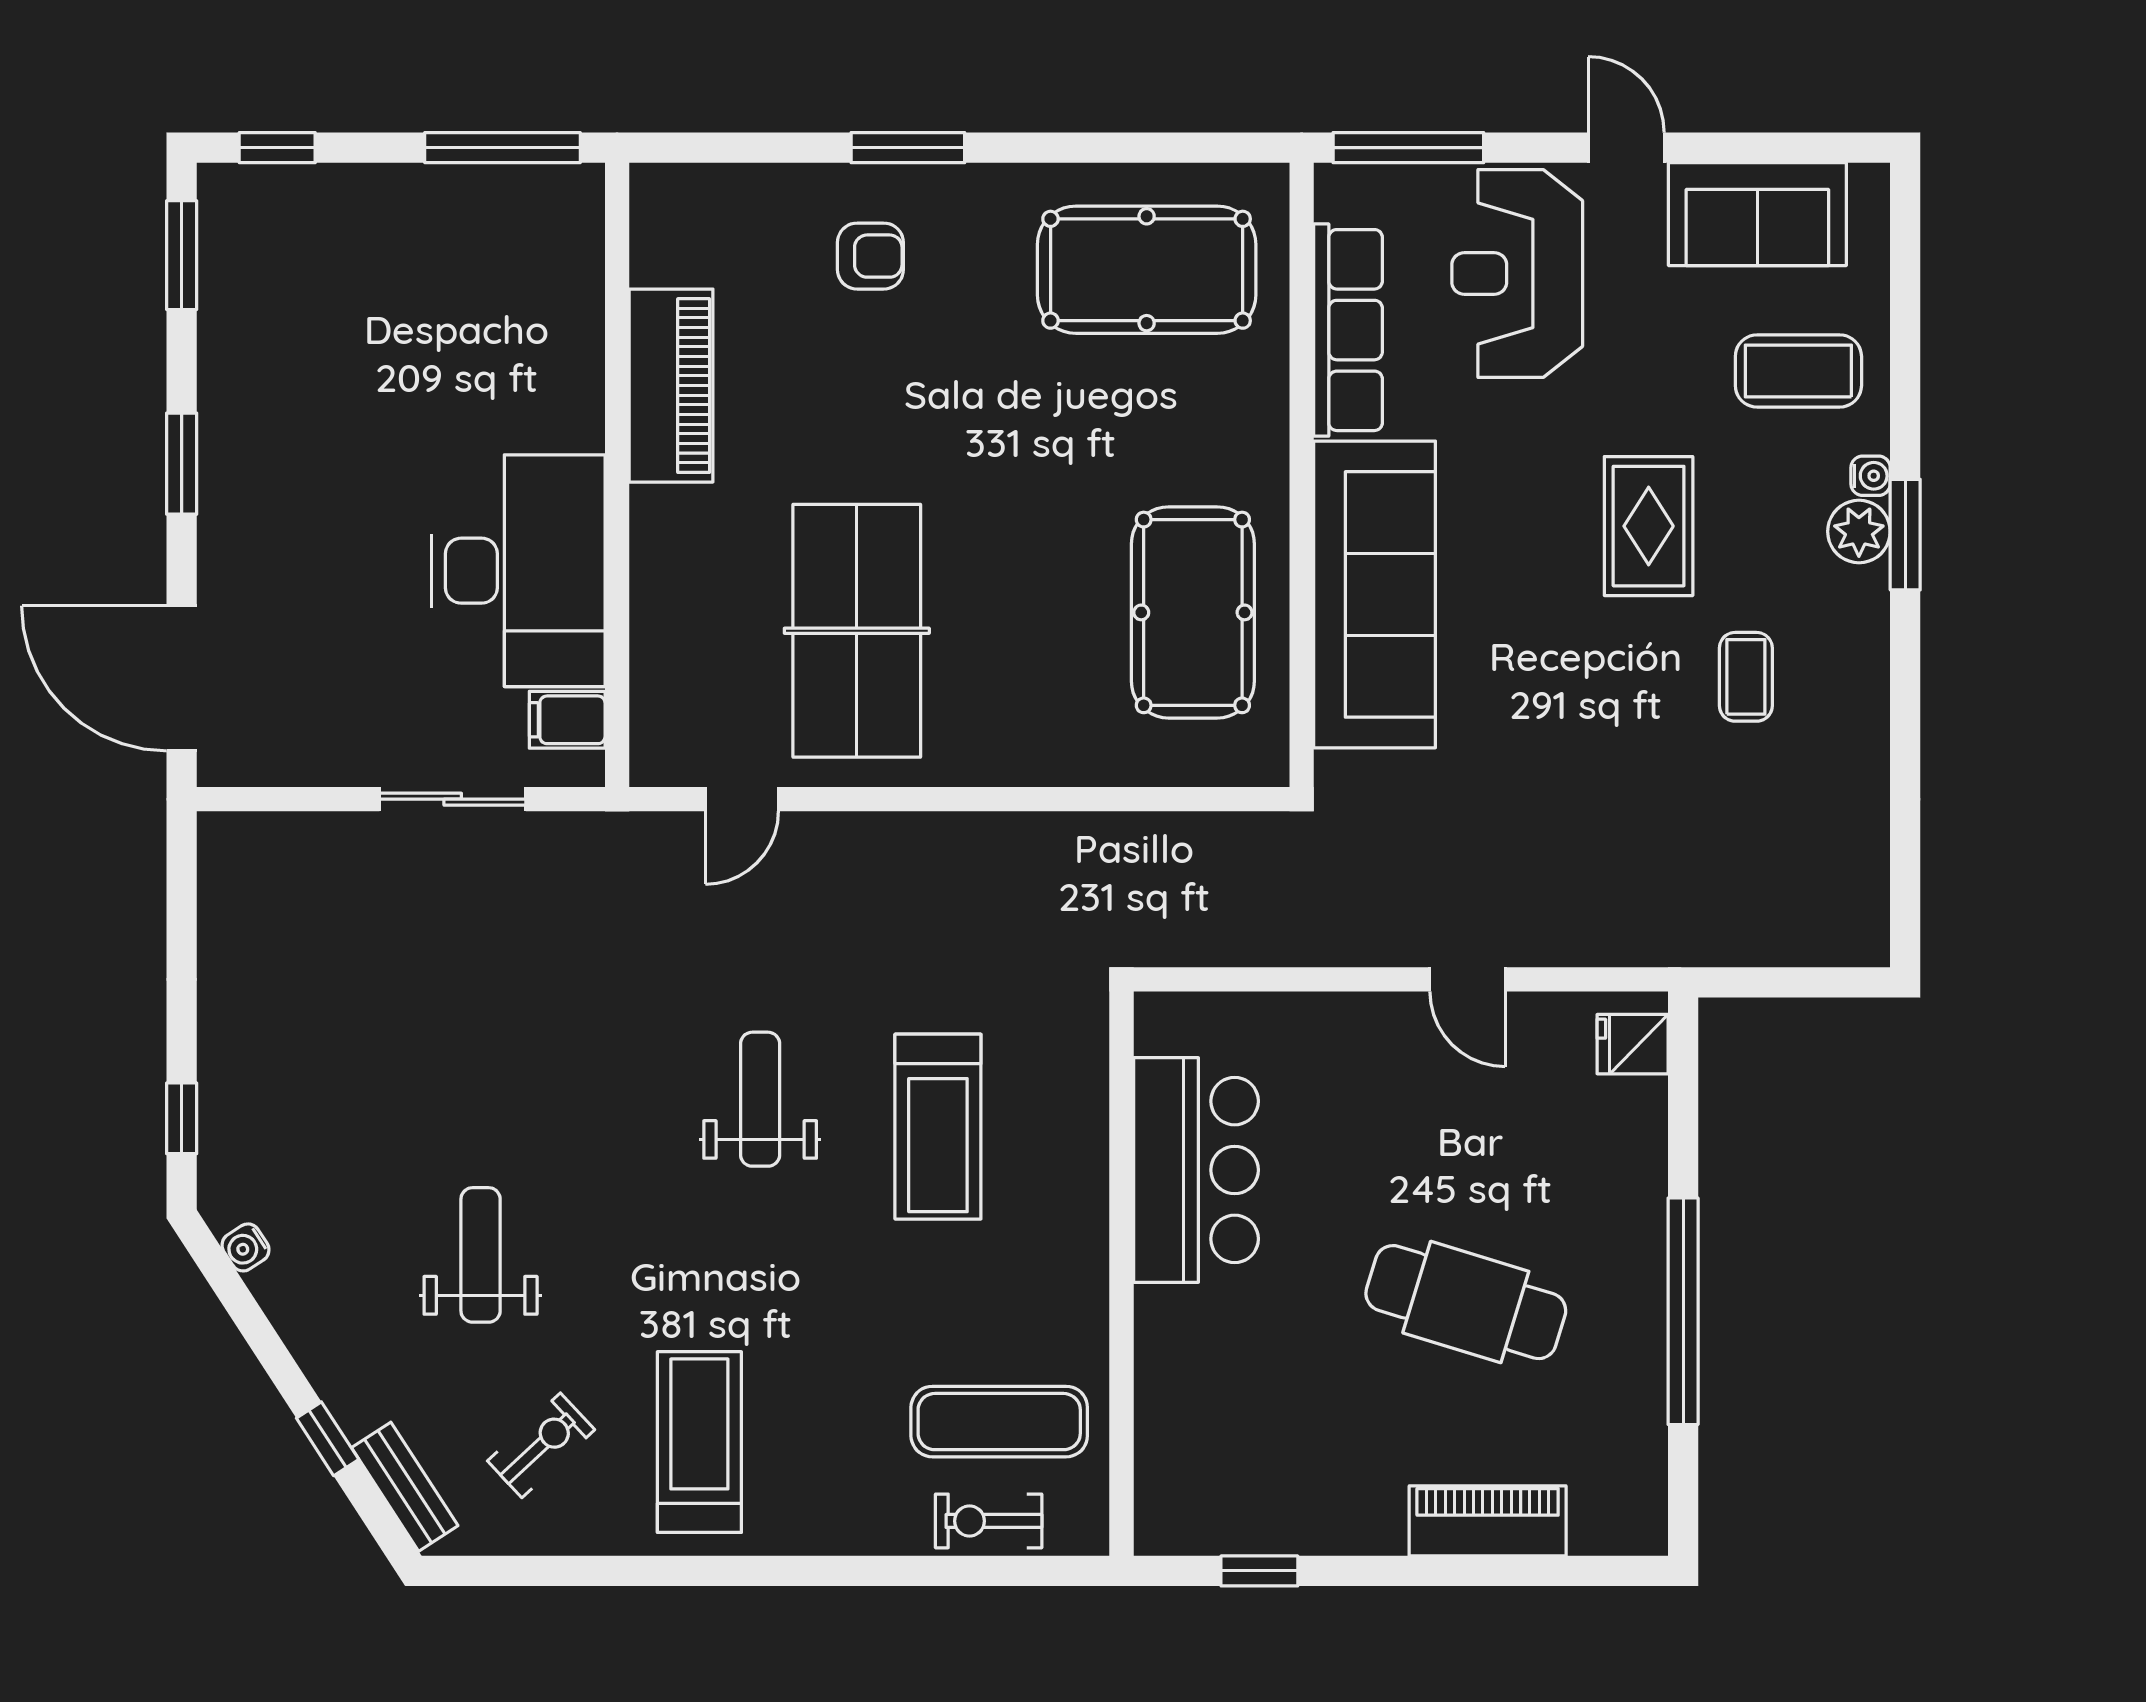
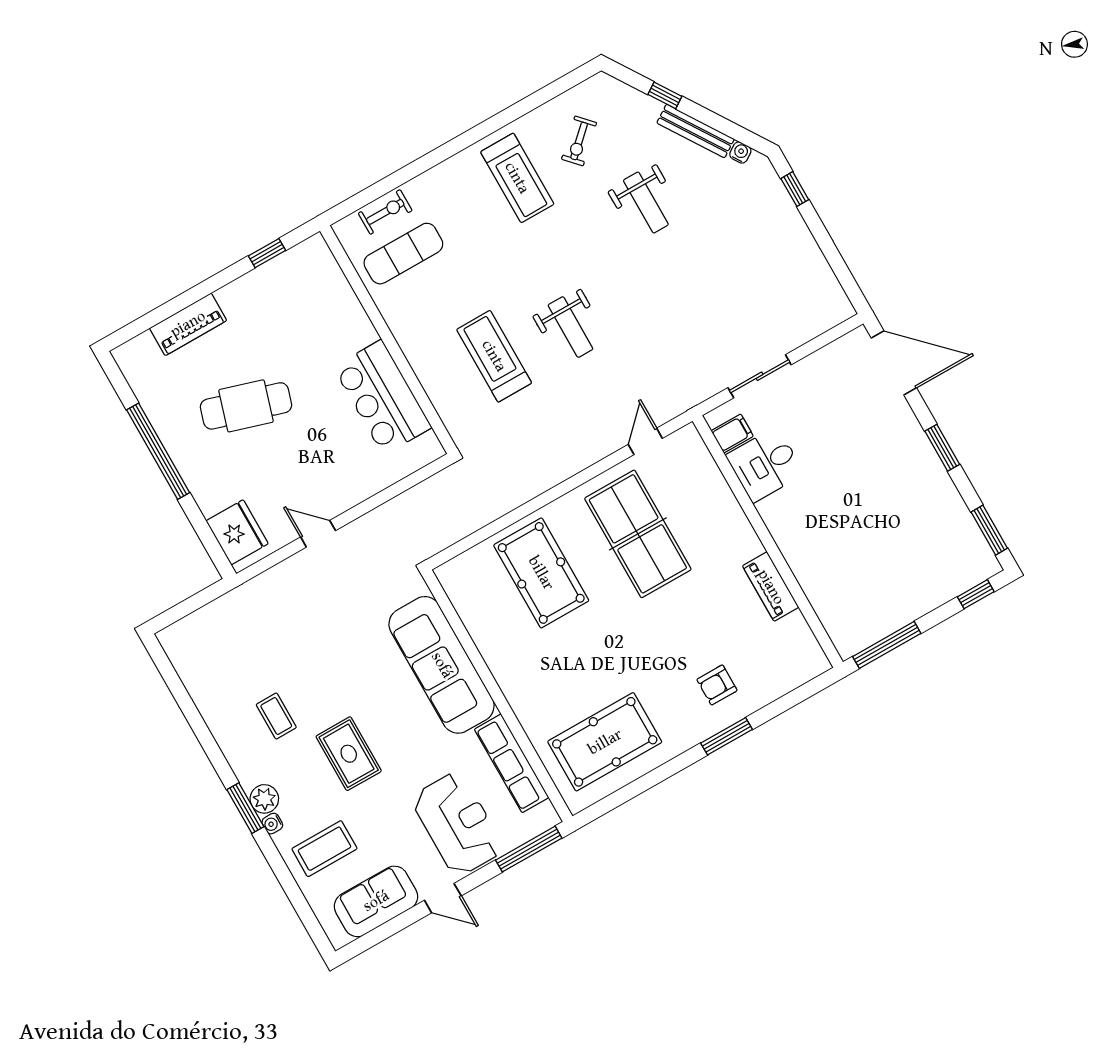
piano: (671, 386) -> (771, 587), width x0.73, depth x0.75
desk: (518, 571) -> (765, 464), width x0.53, depth x0.77
pool table: (1193, 612) -> (541, 573), moved
fridge: (1633, 1044) -> (237, 532), width x1.88, depth x1.34
bench: (405, 1487) -> (696, 131), moved, width x1.36

